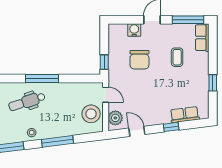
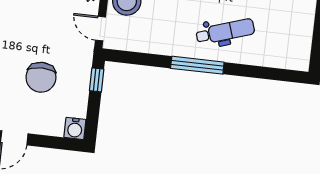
water cooler: (134, 30) -> (75, 128), moved
chair: (139, 60) -> (41, 77), turned 180

